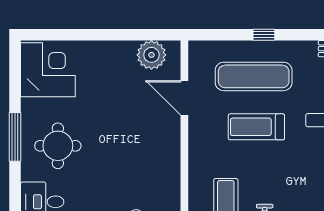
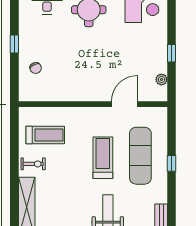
window: (116, 35) -> (171, 53), added
plant: (151, 55) -> (161, 80), width x0.53, depth x0.53

